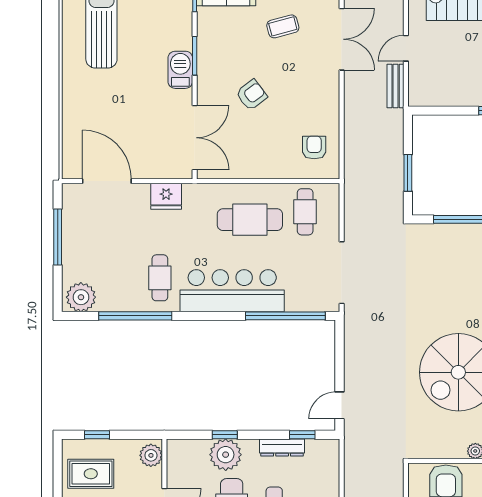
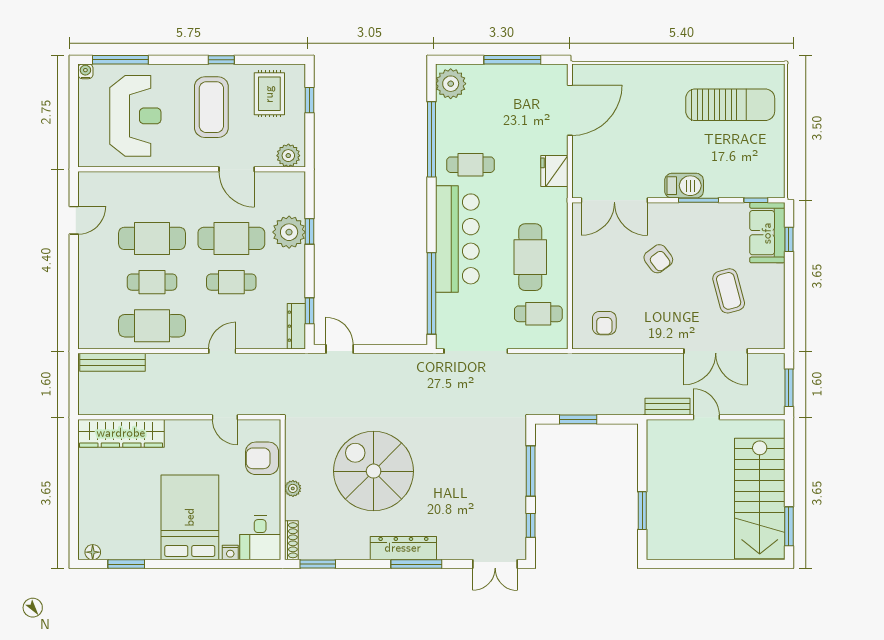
coffee table: (283, 26) -> (729, 291), width x1.36, depth x1.30
armchair: (314, 148) -> (604, 323), turned 90
dresser: (282, 447) -> (296, 326), moved

